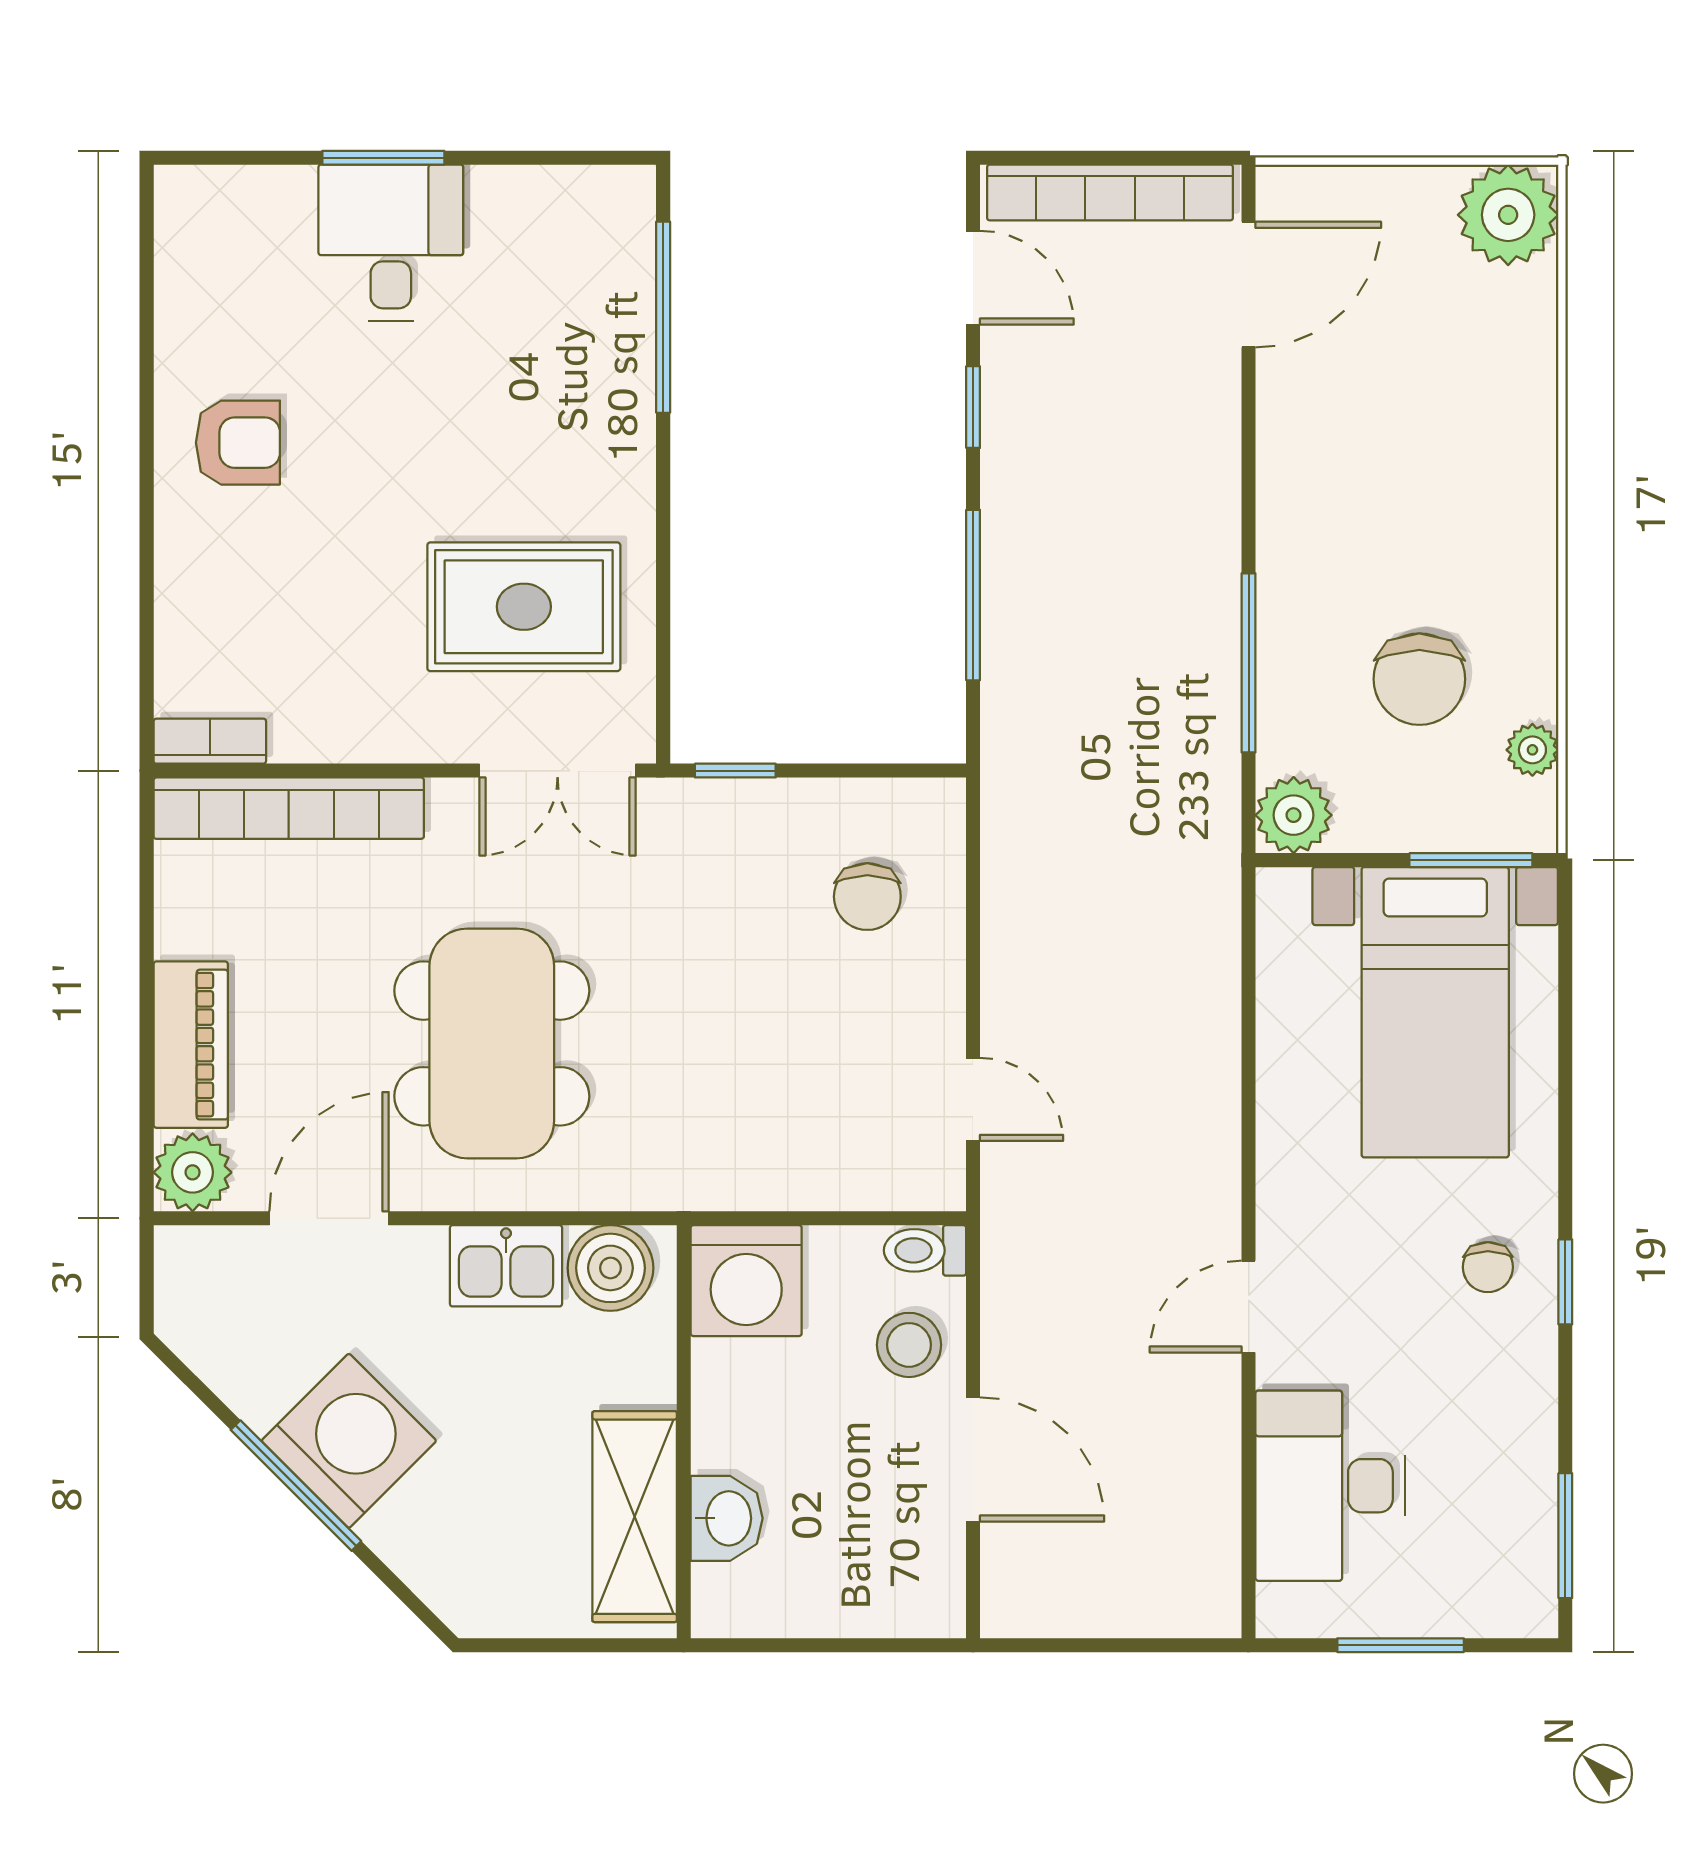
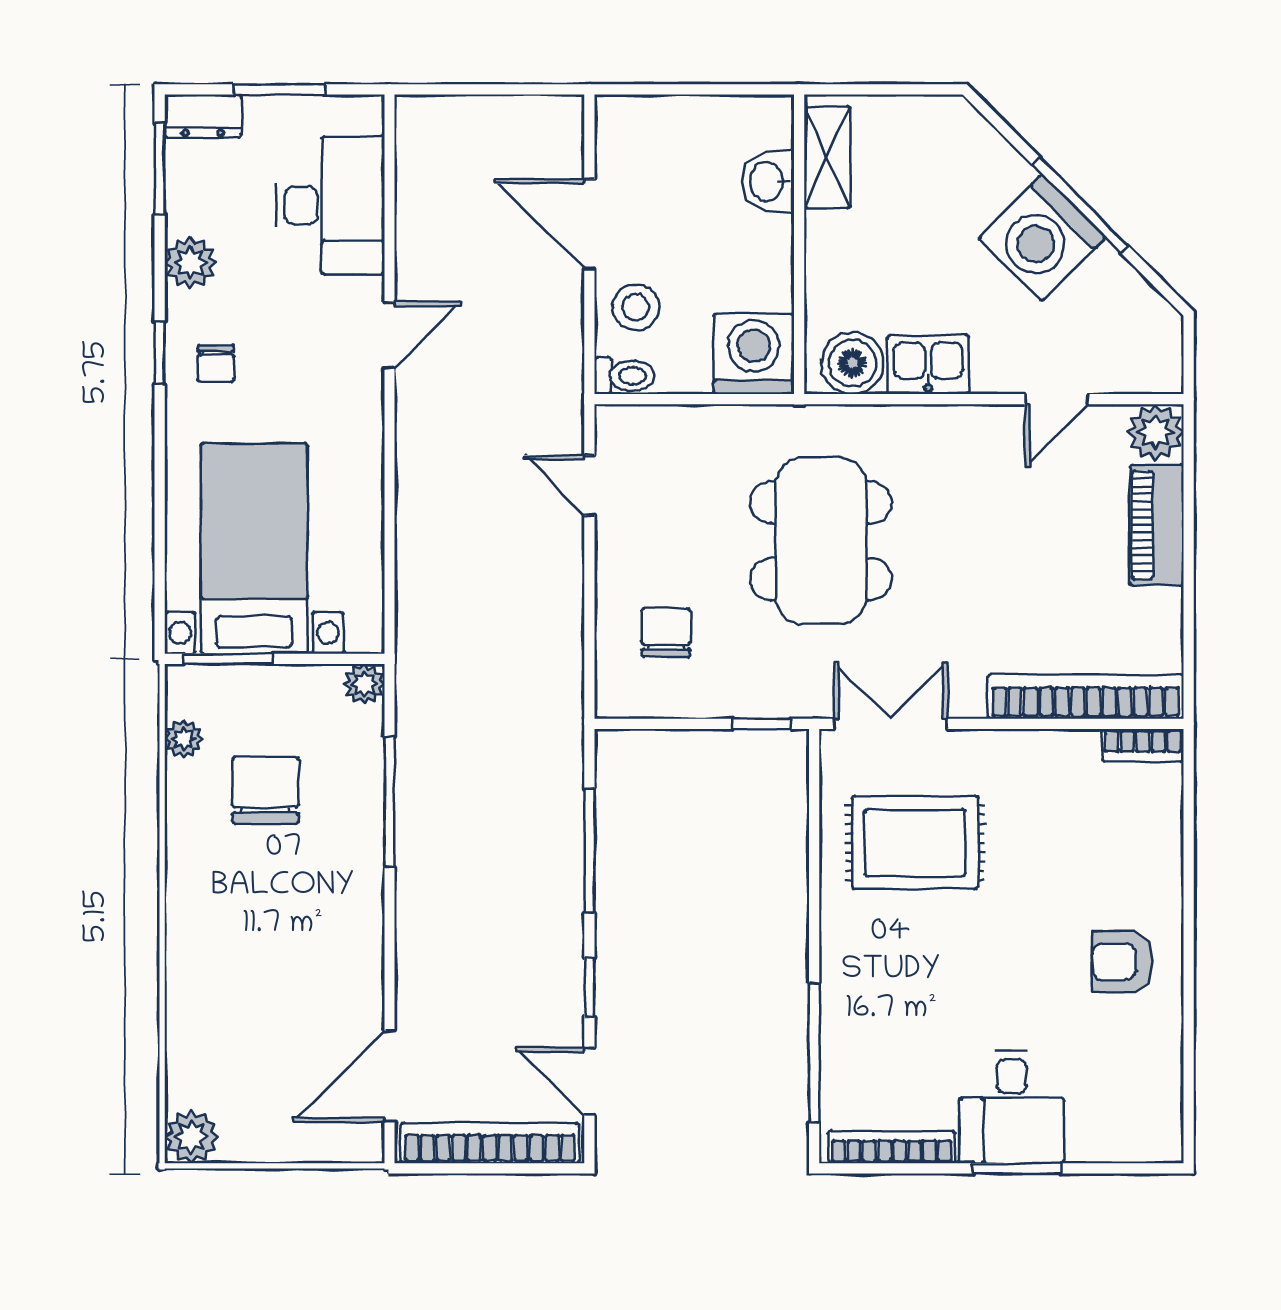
bookcase: (556, 187) -> (892, 1147), added
plant: (1508, 215) -> (191, 1137), width x0.73, depth x0.73
plant: (1294, 815) -> (364, 684), width x0.73, depth x0.73
dining table: (492, 1043) -> (821, 541), moved
door: (329, 1218) -> (1056, 399), width x0.73
chair: (1488, 1267) -> (216, 364), turned 180
plant: (1523, 1407) -> (190, 262), added
shelving: (635, 1517) -> (827, 157), width x0.67, depth x0.75
dresser: (1506, 1609) -> (203, 116), added

